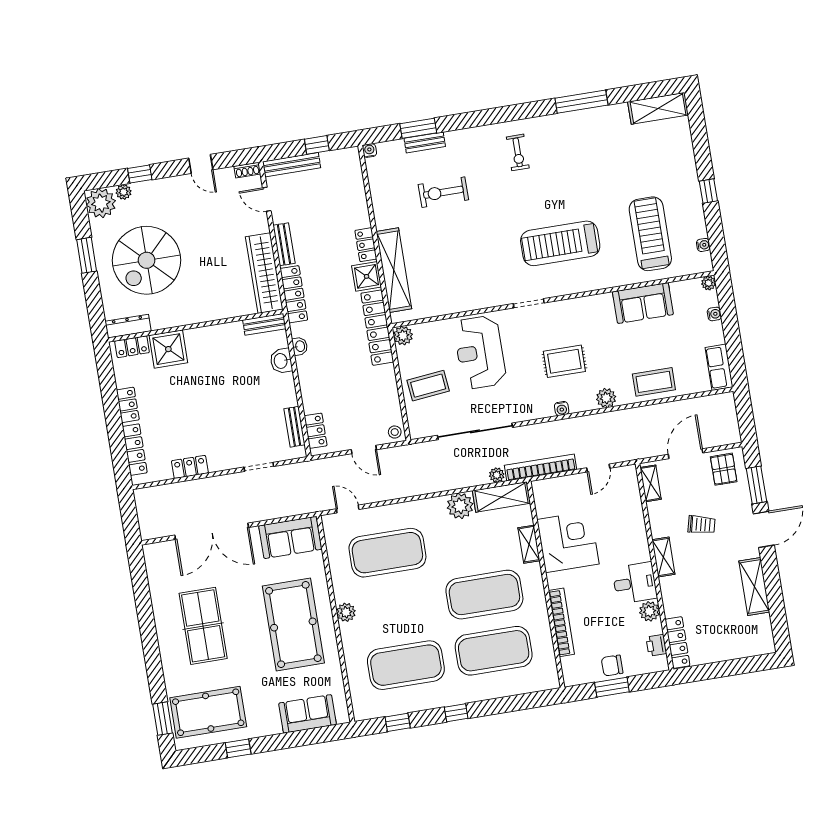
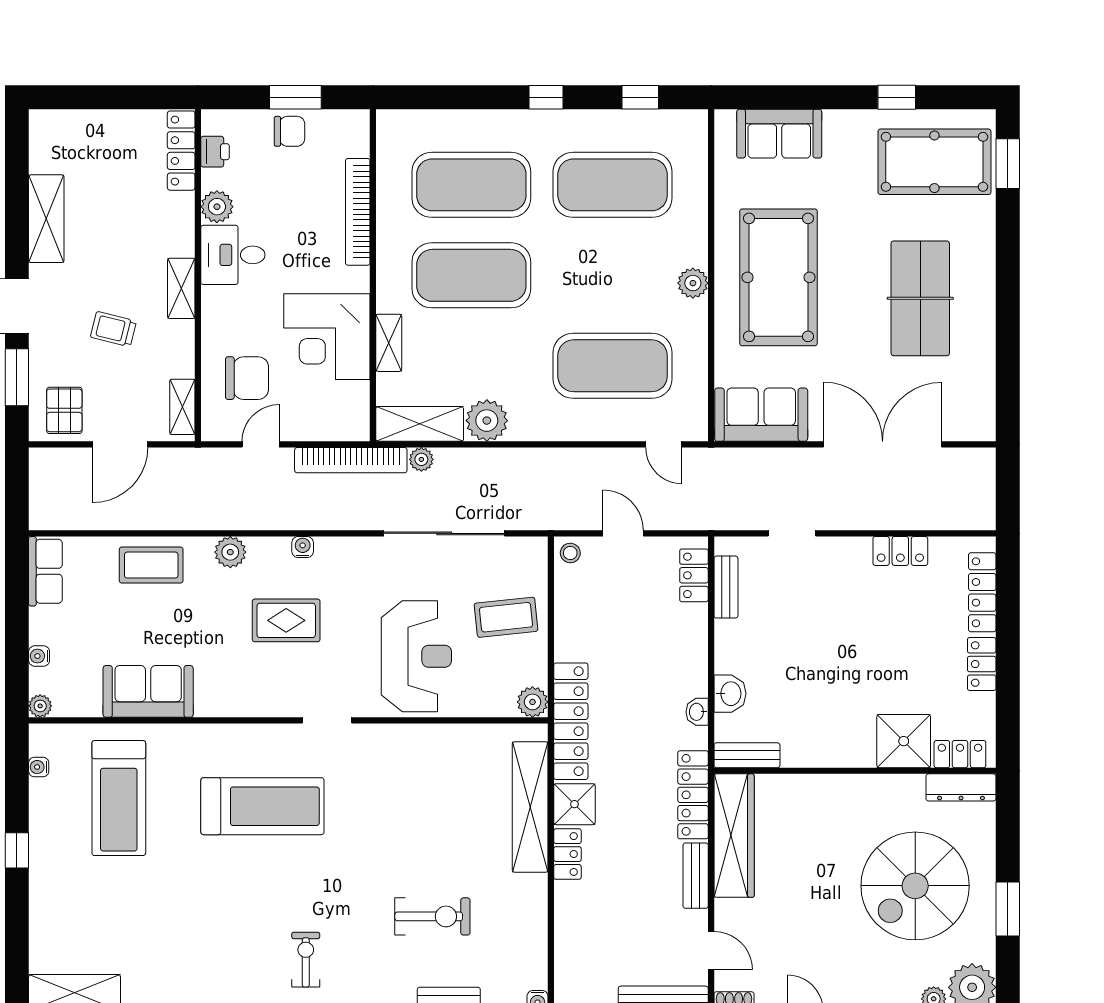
spiral stairs: (147, 260) -> (915, 886), turned 180
chair: (613, 508) -> (247, 378), added

